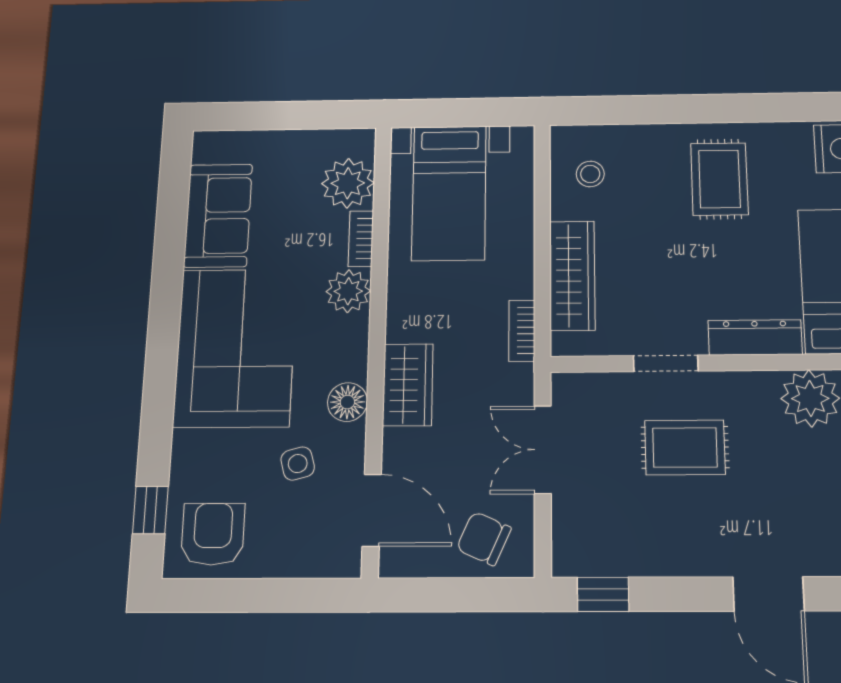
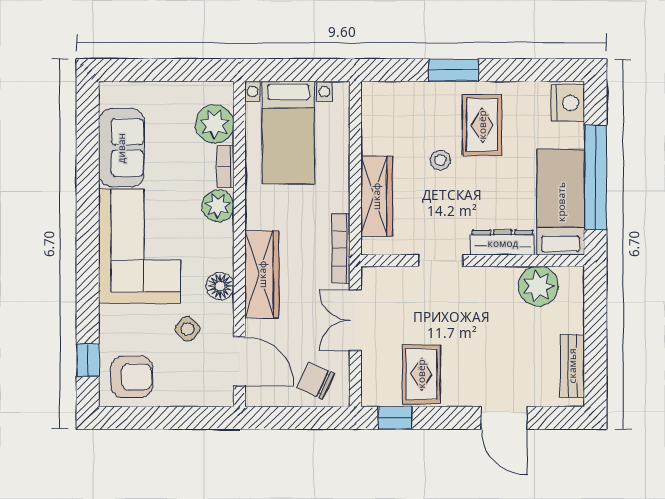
window: (677, 109) -> (454, 70), added
stool: (590, 174) -> (440, 160), moved
bookcase: (522, 331) -> (341, 249), width x1.56
wardrobe: (408, 385) -> (262, 274), width x1.50
rug: (685, 447) -> (421, 374), moved, turned 90
side table: (298, 464) -> (187, 329), turned -34
armchair: (213, 534) -> (132, 377), turned 90

